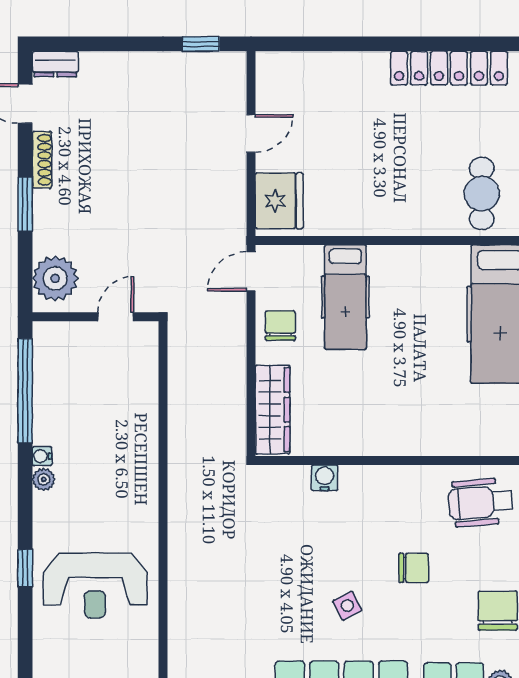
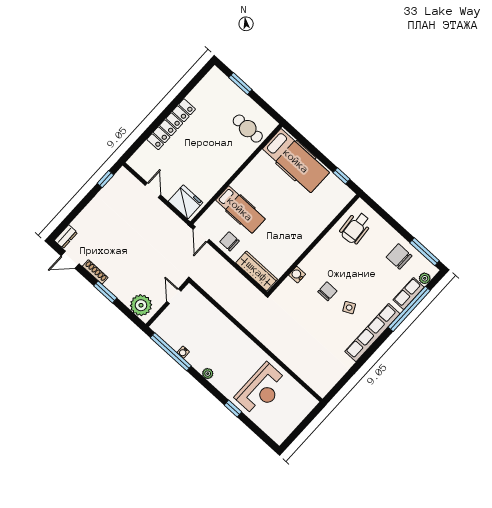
locker: (449, 68) -> (171, 124), moved
water cooler: (42, 456) -> (183, 352), moved
chair: (414, 568) -> (327, 291), moved

